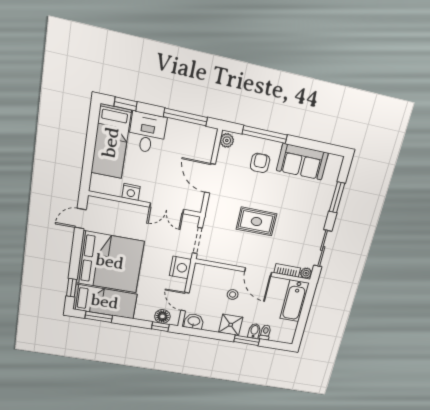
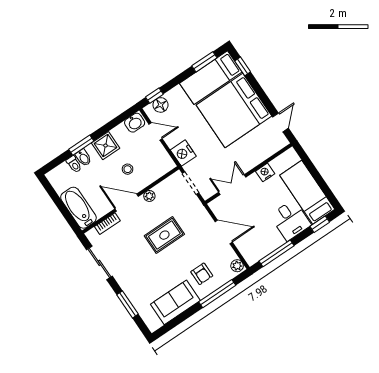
plant: (306, 273) -> (149, 196), moved

